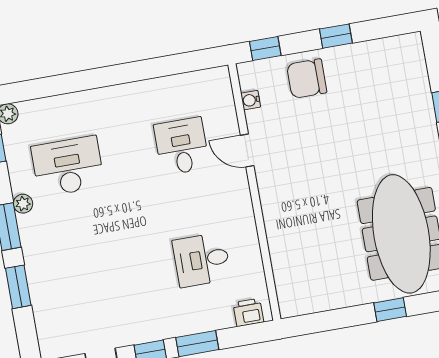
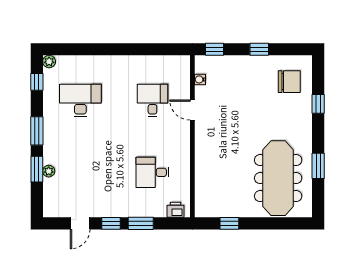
chair: (307, 79) -> (289, 82), moved, turned 180
plant: (23, 204) -> (49, 171), moved
window: (390, 310) -> (229, 223), moved

